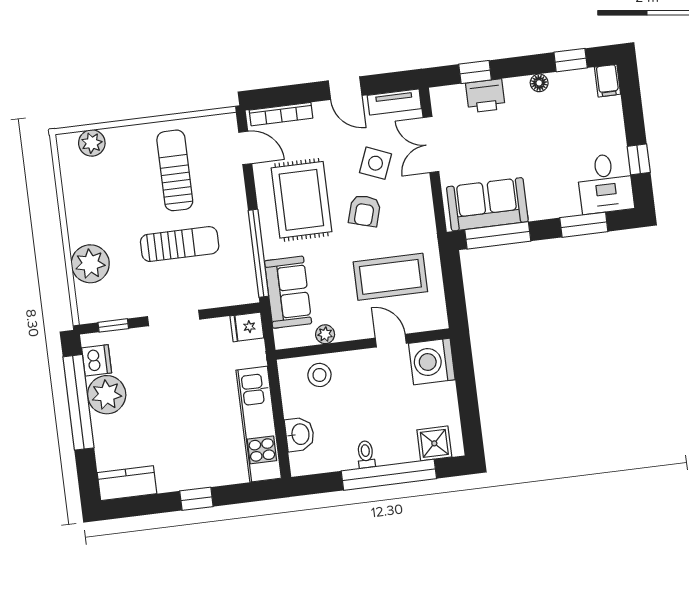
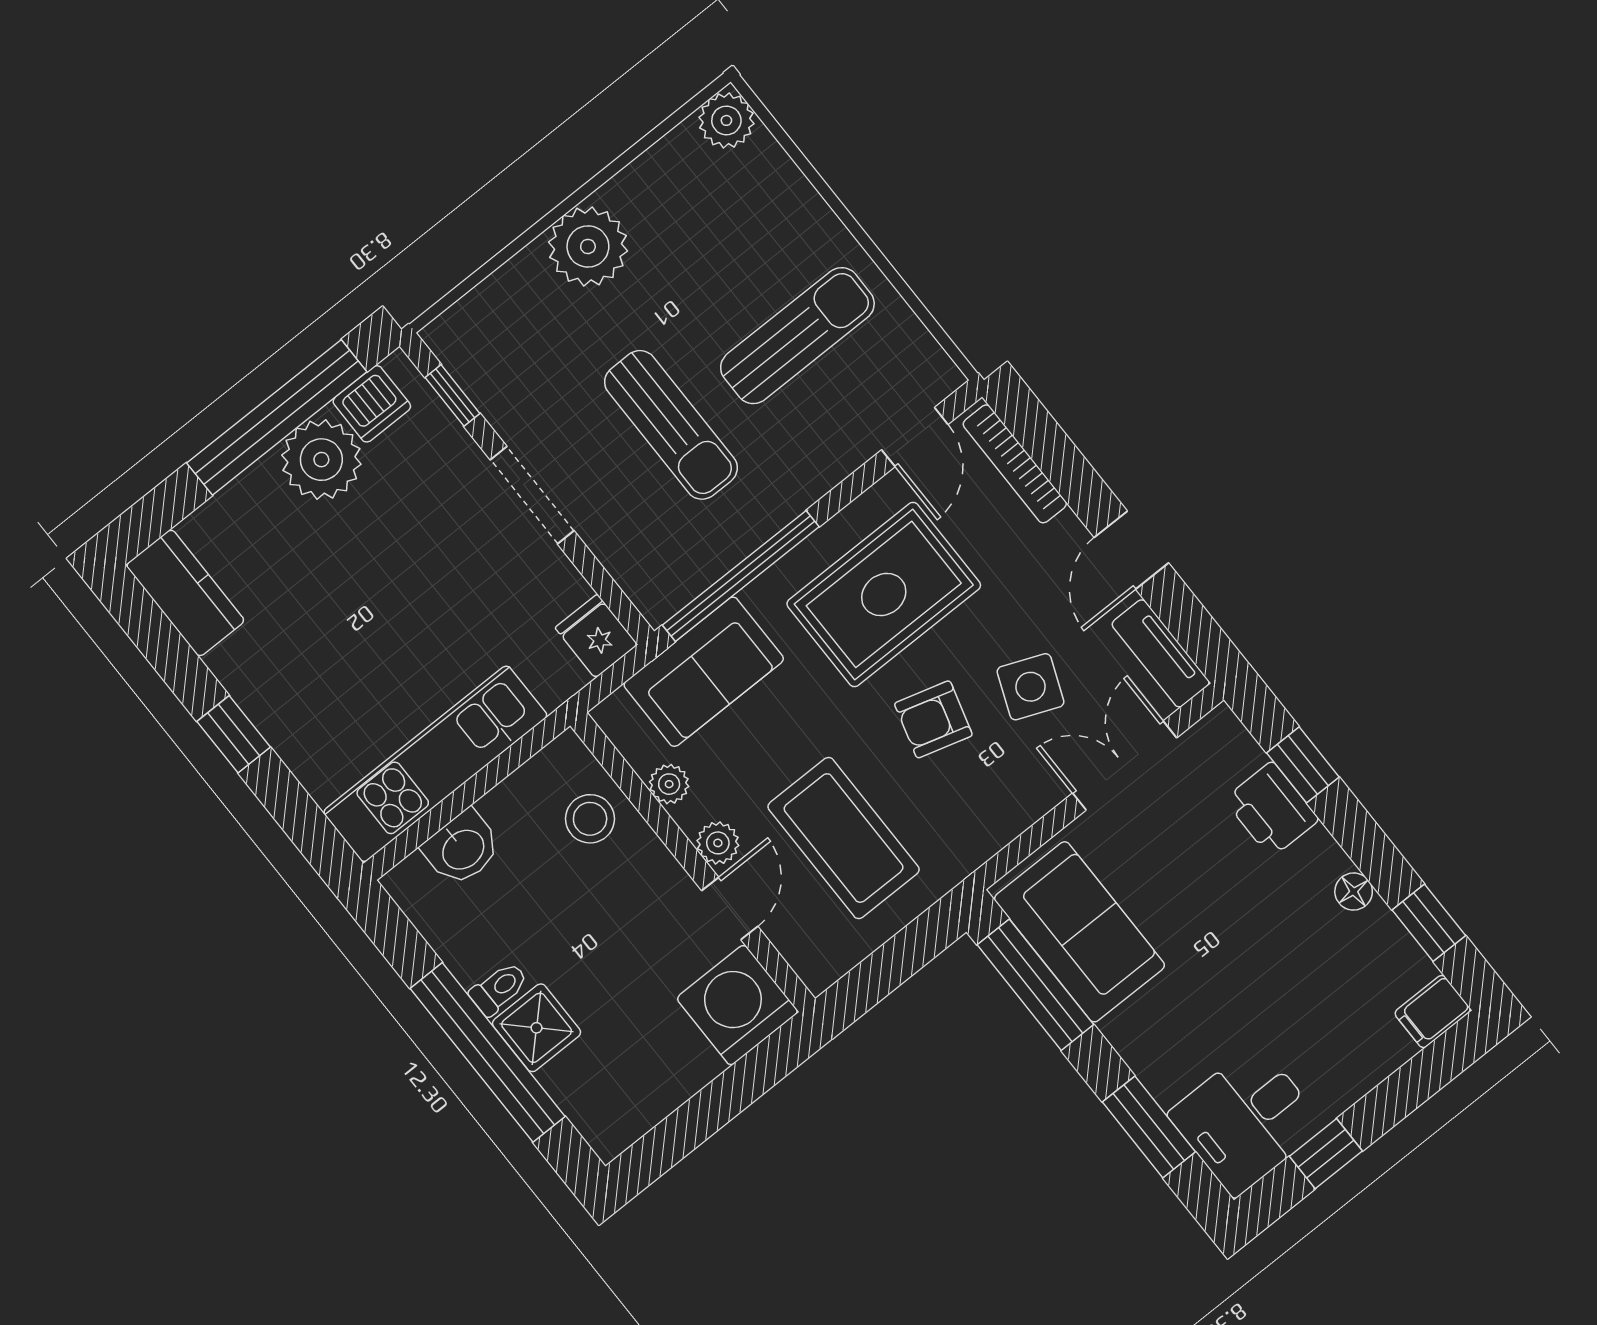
plant: (92, 143) -> (726, 120), moved
plant: (90, 264) -> (588, 246), moved
plant: (361, 329) -> (718, 843), added
shower: (434, 443) -> (537, 1028), moved

